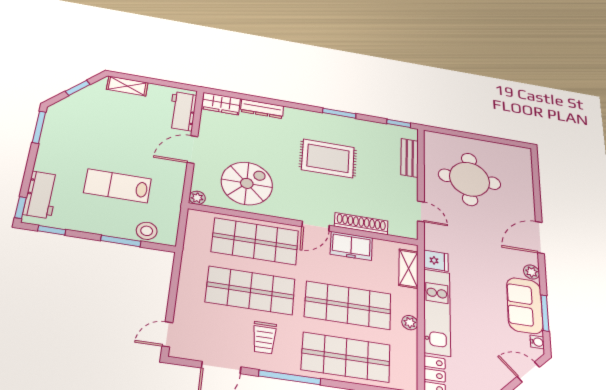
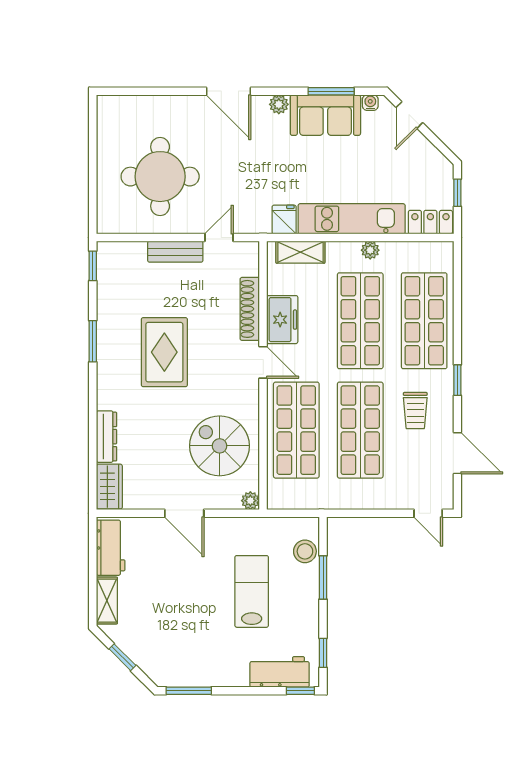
workbench: (183, 111) -> (111, 548), moved, turned -90
bench: (410, 158) -> (175, 252), moved
lab bench: (117, 186) -> (252, 591), turned 180
trolley: (264, 338) -> (415, 411), turned 90
window: (290, 377) -> (457, 380), width x0.46

